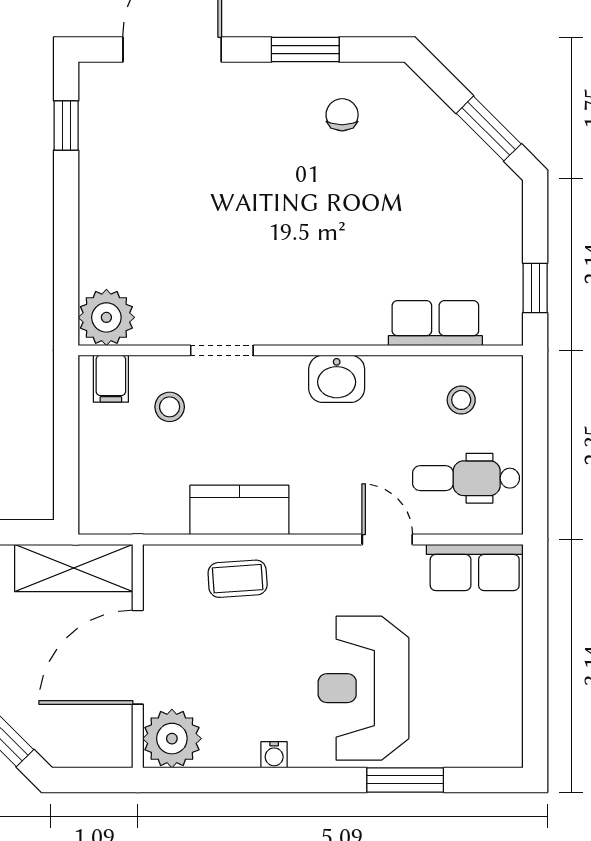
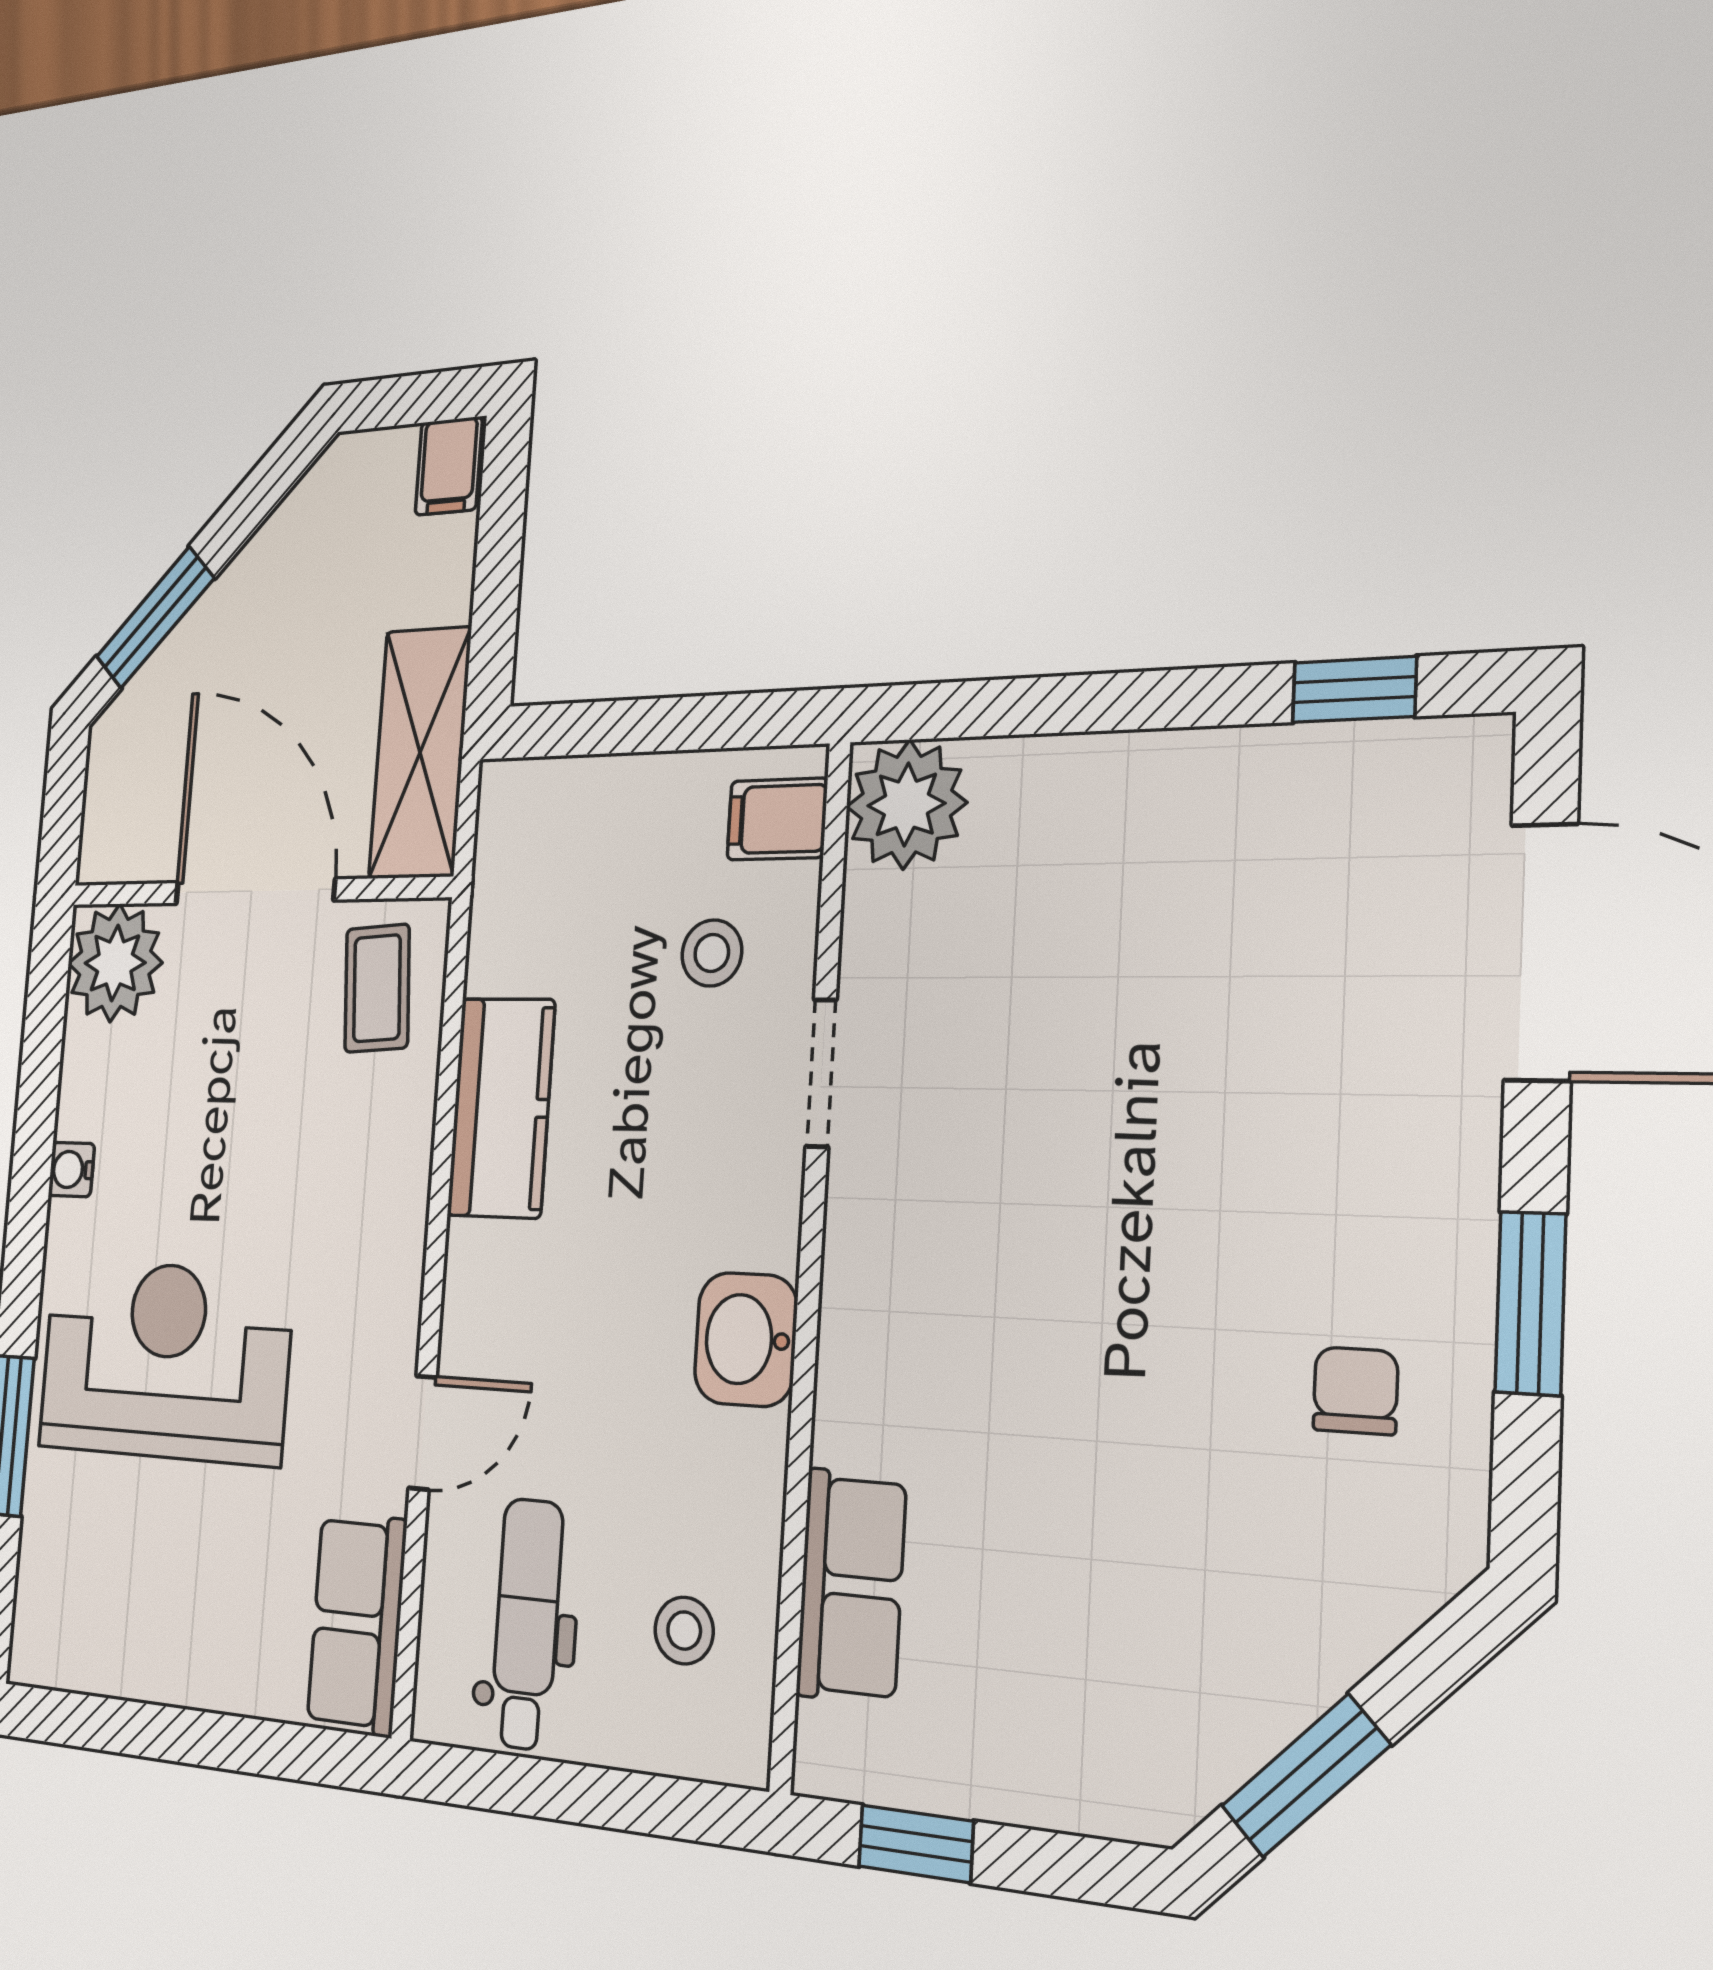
chair: (342, 115) -> (1356, 1391), turned -90
coffee table: (238, 579) -> (377, 988), moved

